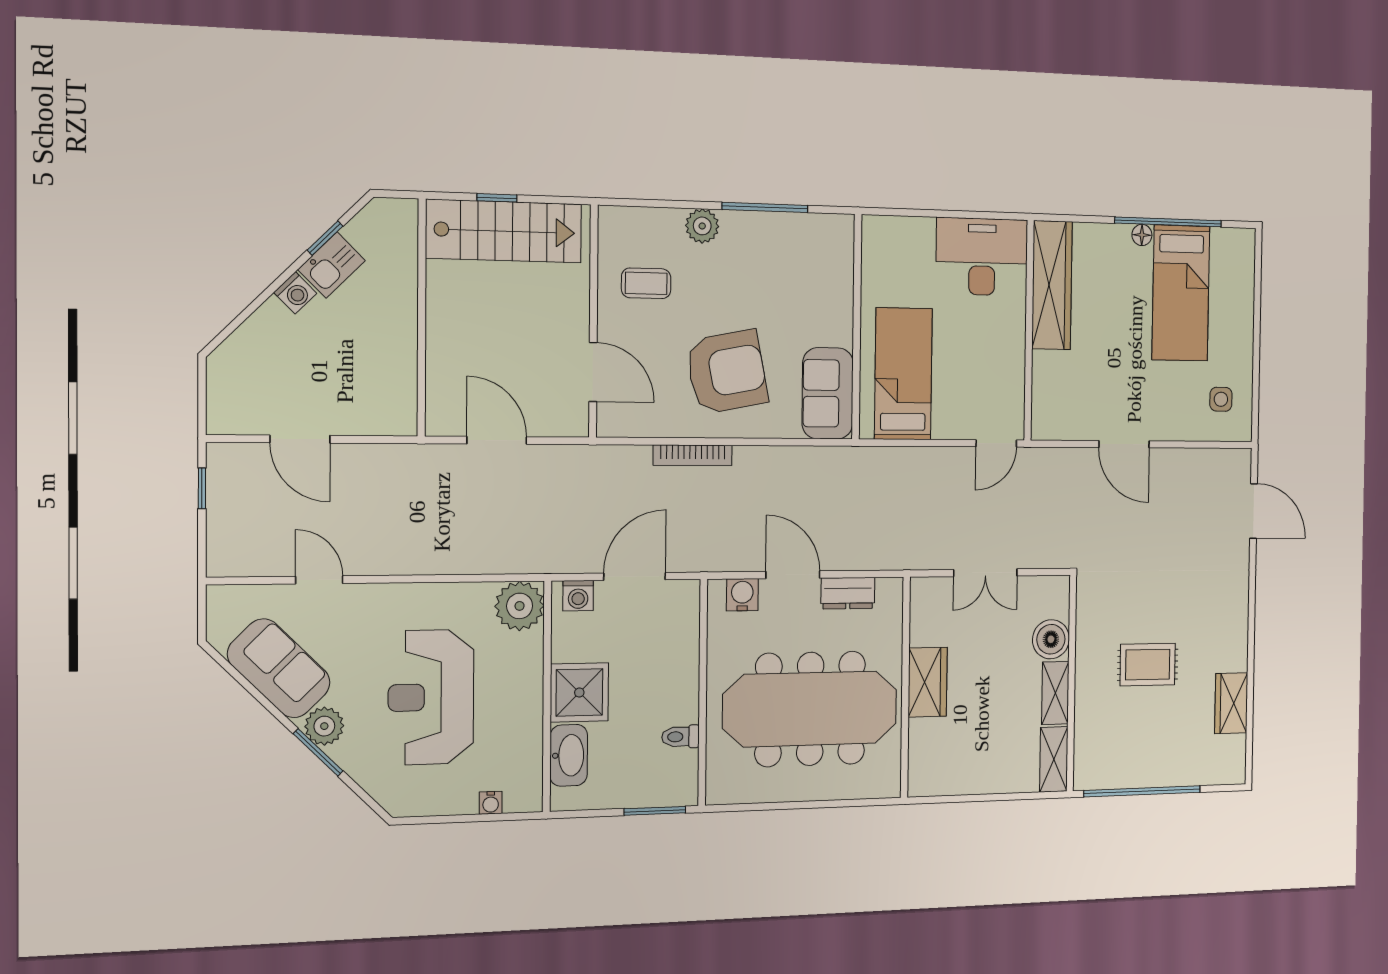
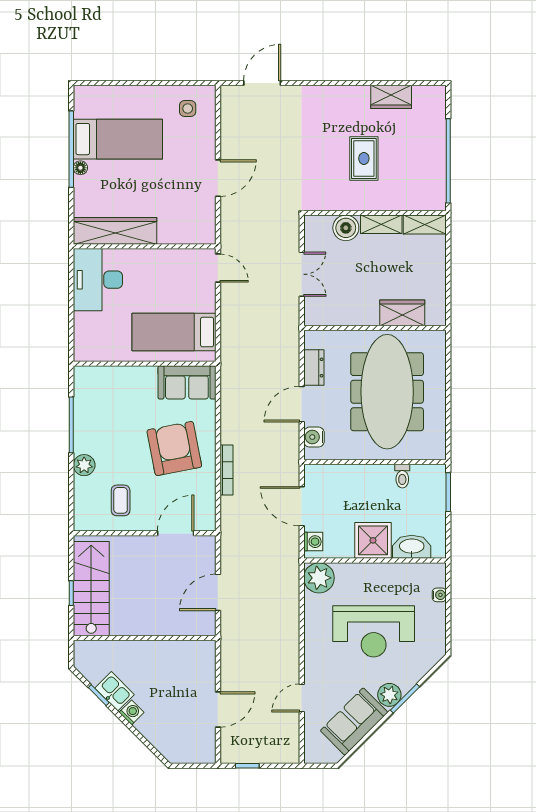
wardrobe: (928, 682) -> (402, 313), moved

